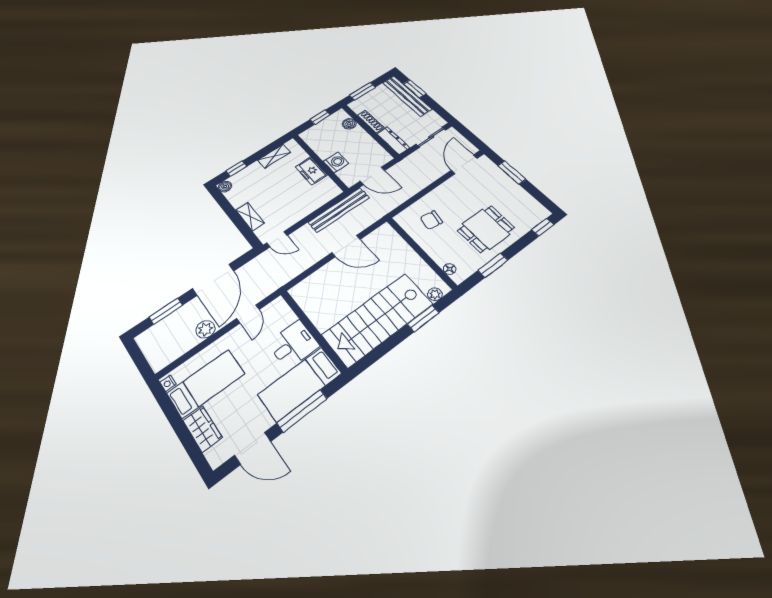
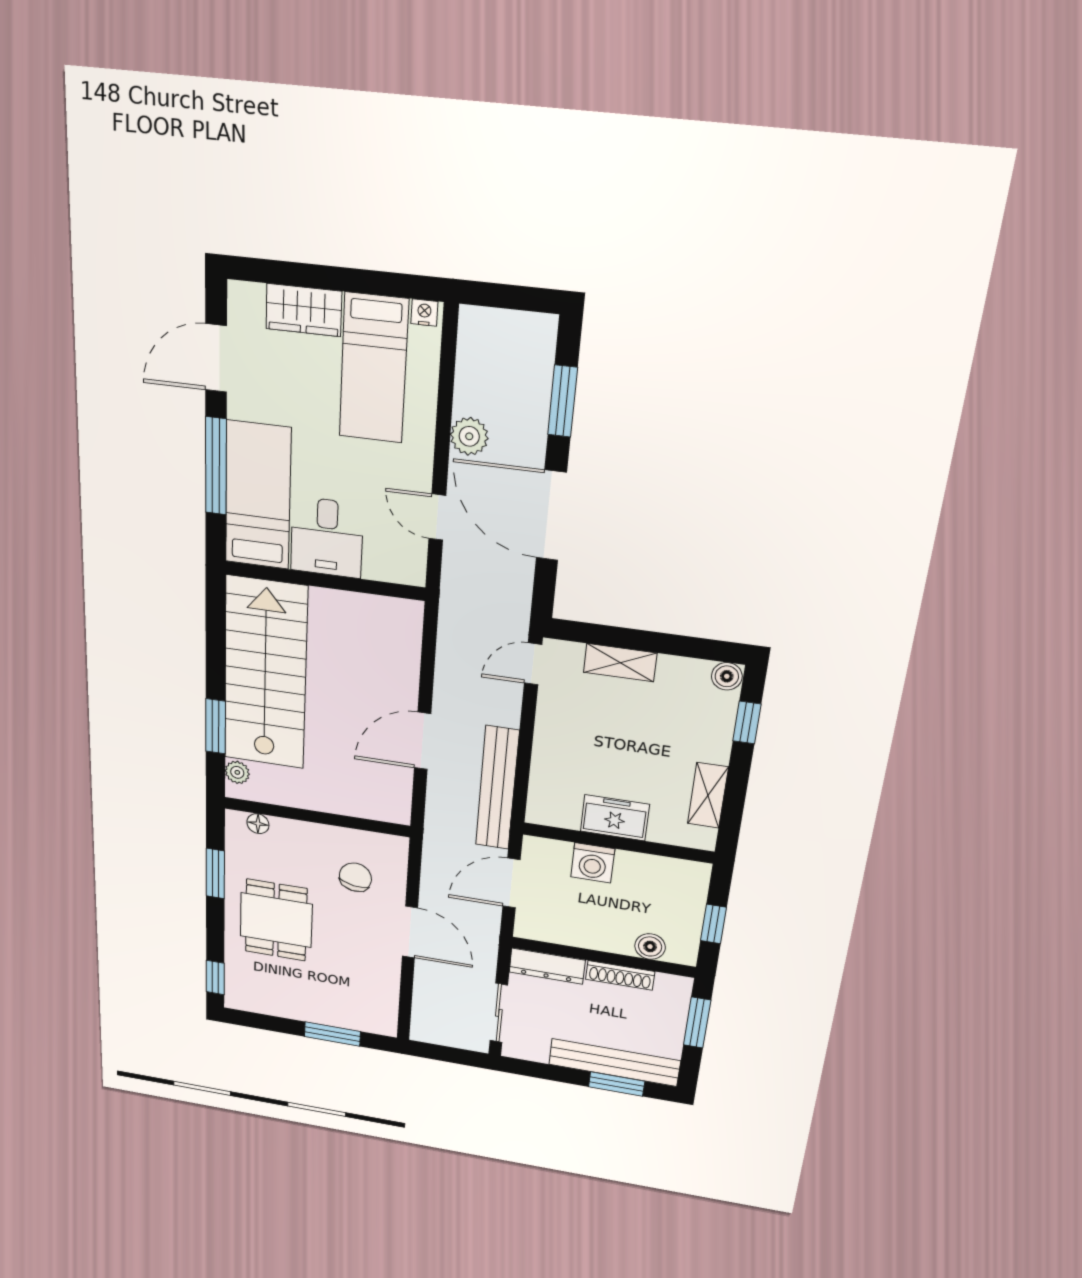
door: (464, 164) -> (410, 932), moved

